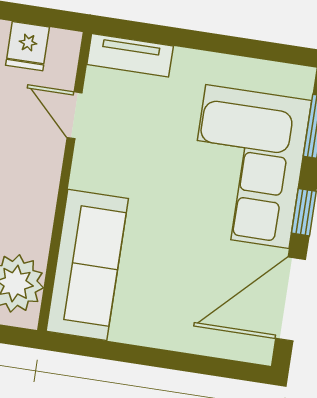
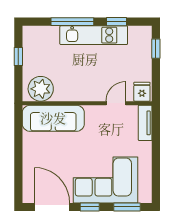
fridge: (28, 46) -> (142, 92), moved, turned 90

